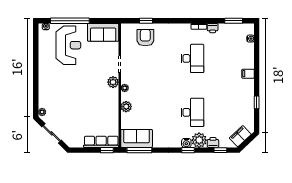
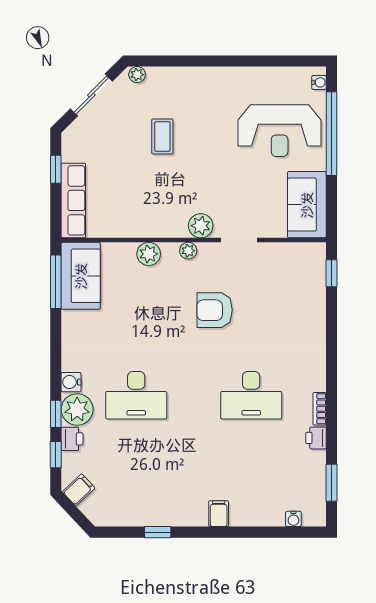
window: (146, 21) -> (332, 273), moved
armchair: (145, 38) -> (215, 310), moved, turned 180
coffee table: (71, 100) -> (162, 136), added
filing cabinet: (240, 136) -> (79, 490), width x0.50
window: (107, 150) -> (56, 169), moved
window: (188, 150) -> (56, 414), moved

